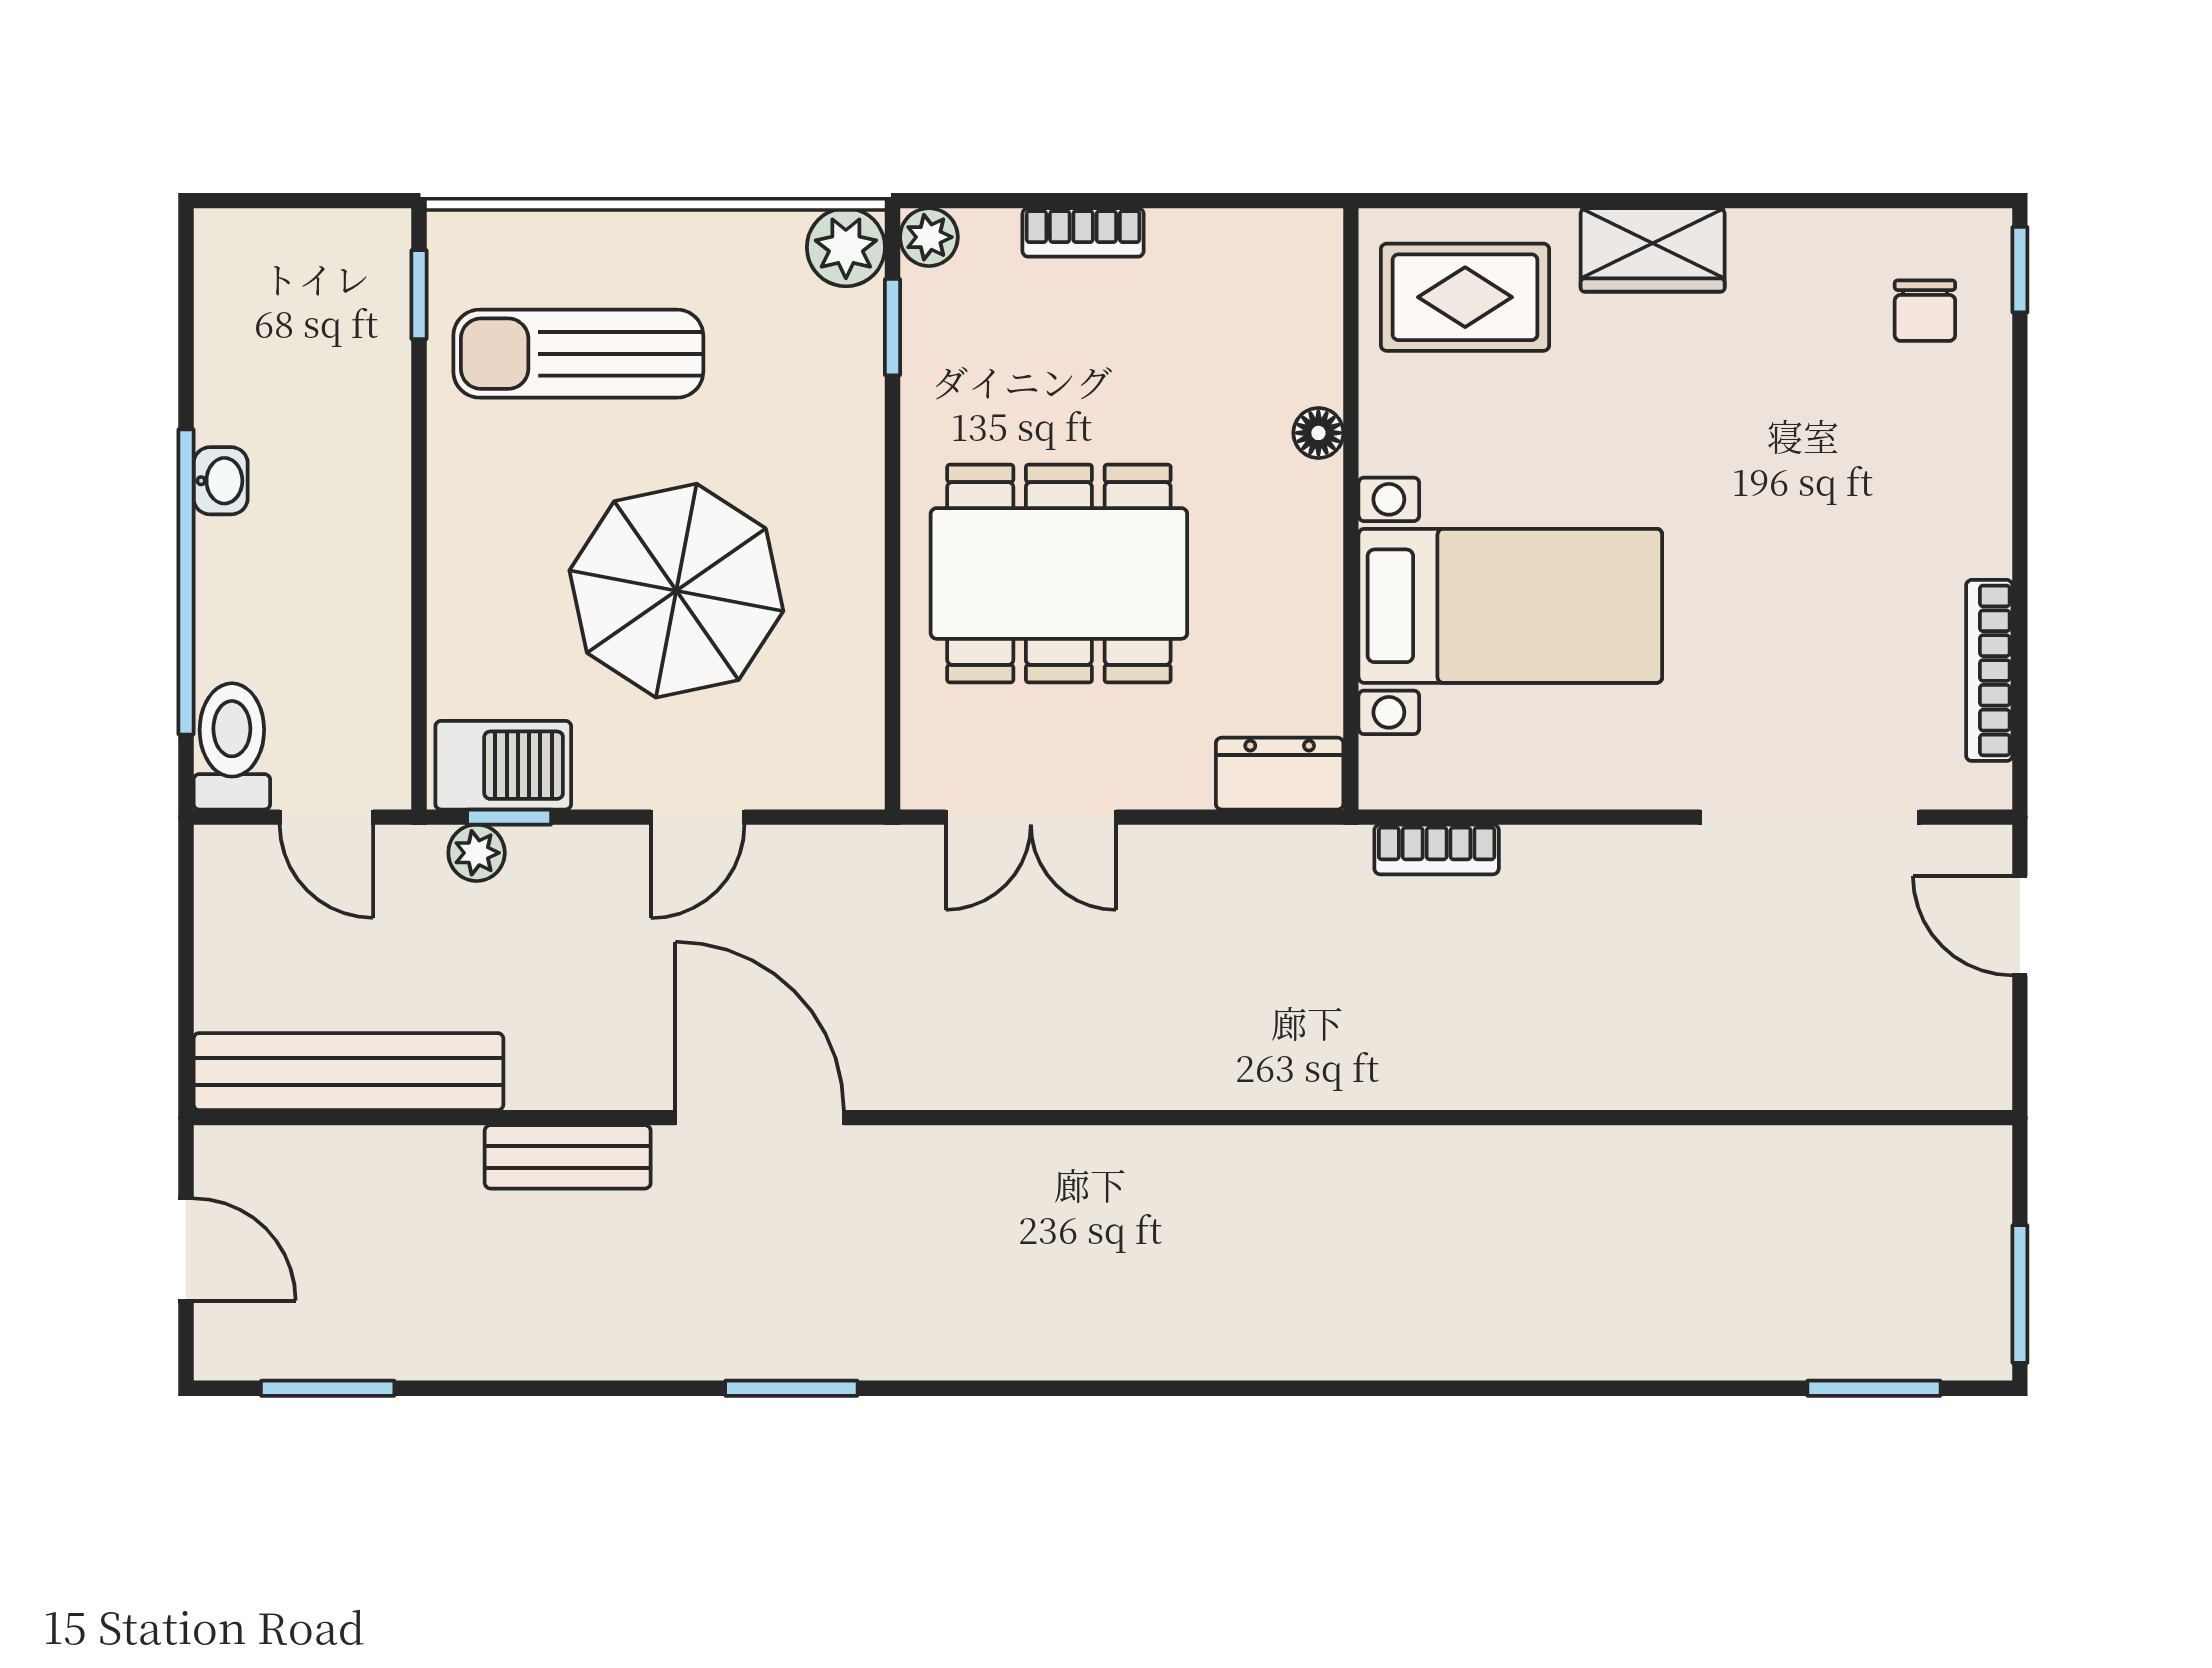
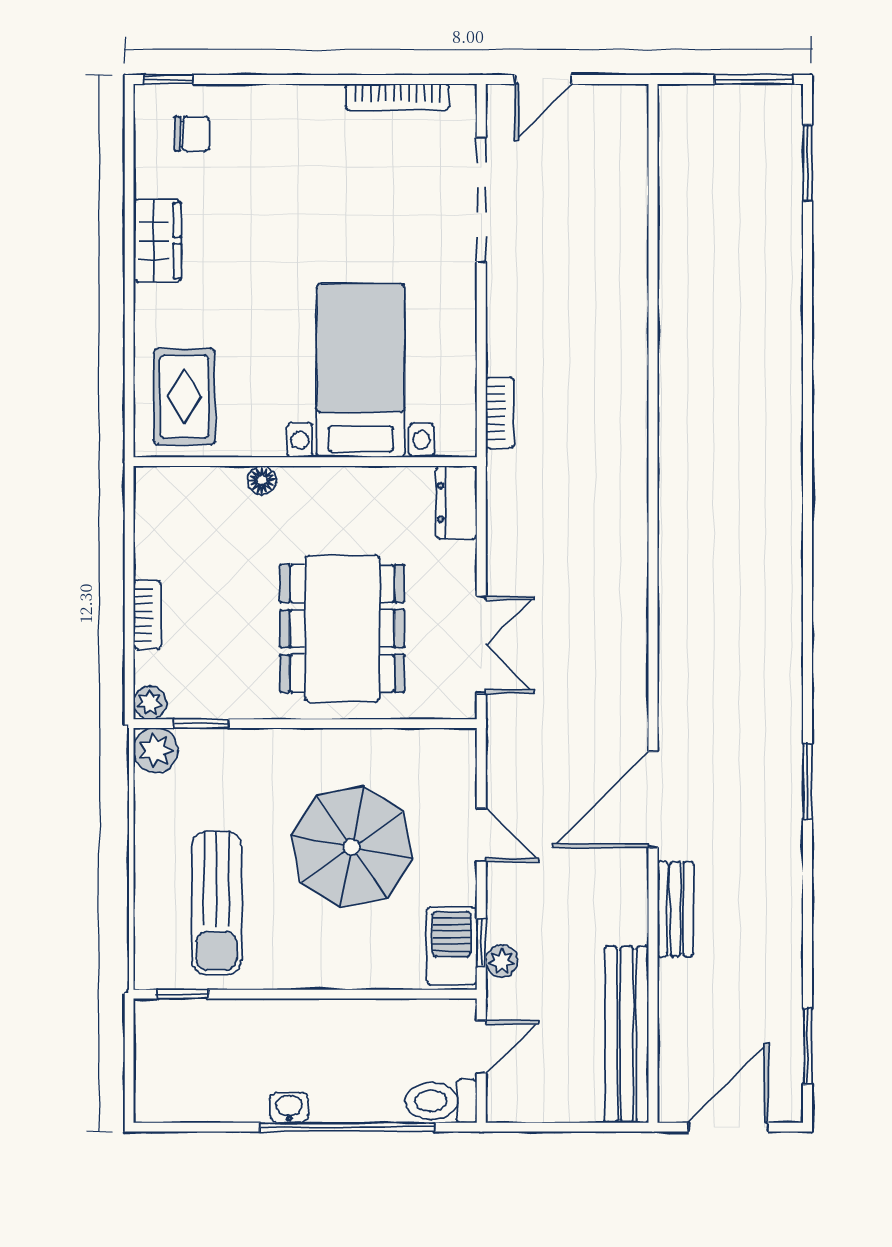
wardrobe: (1653, 250) -> (157, 241), moved
door: (186, 1250) -> (728, 1127), width x1.38

